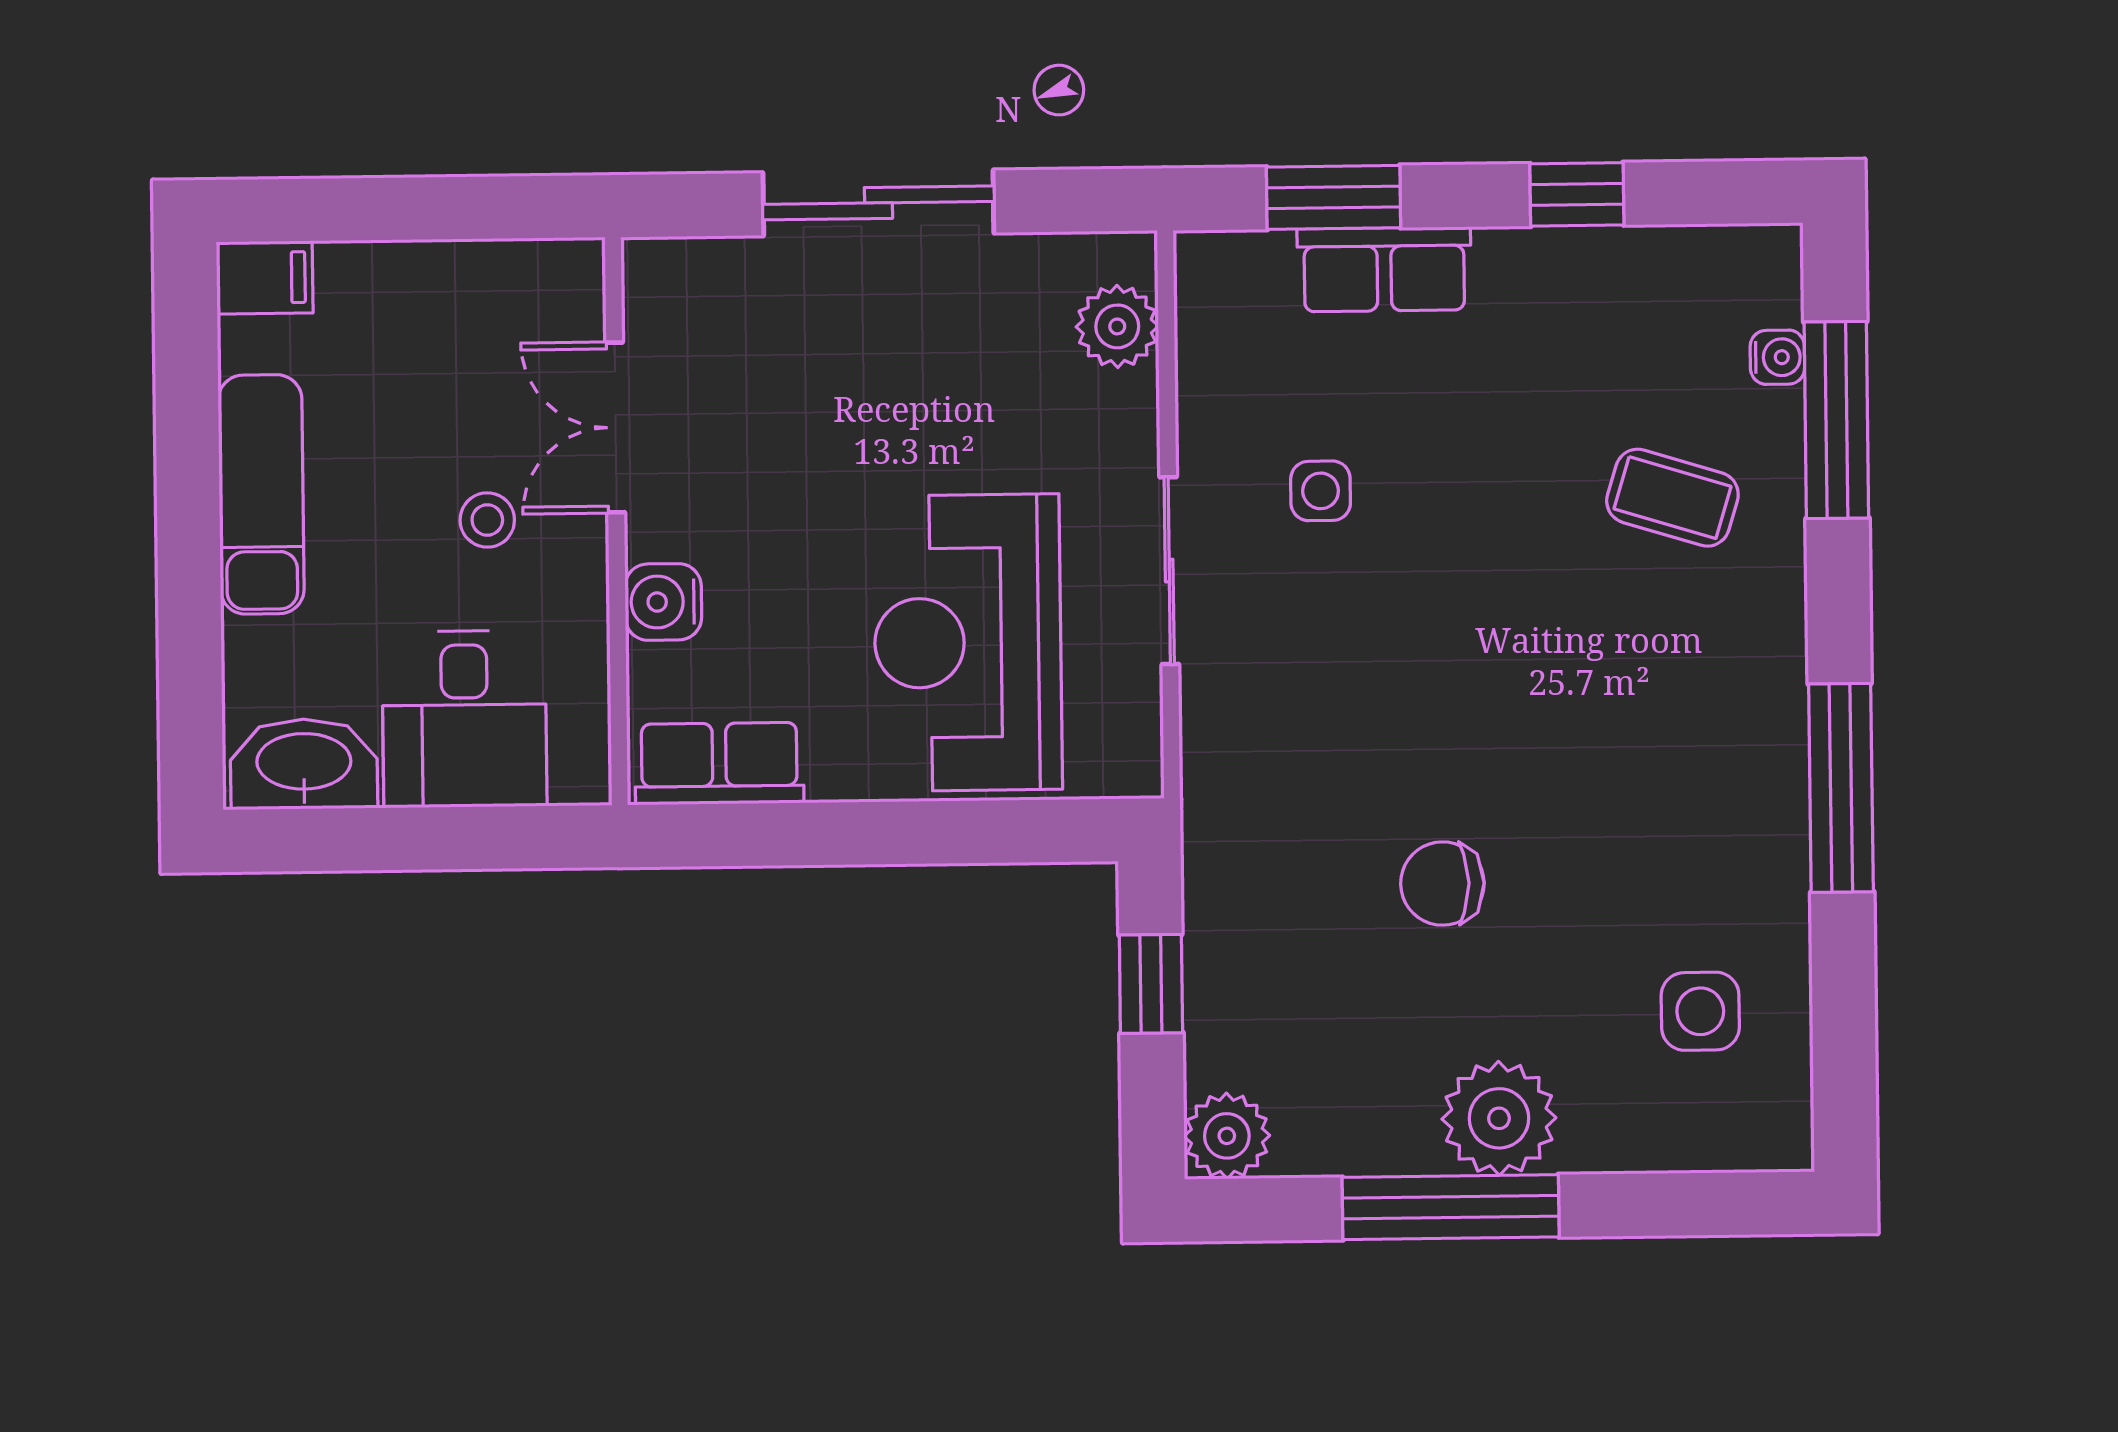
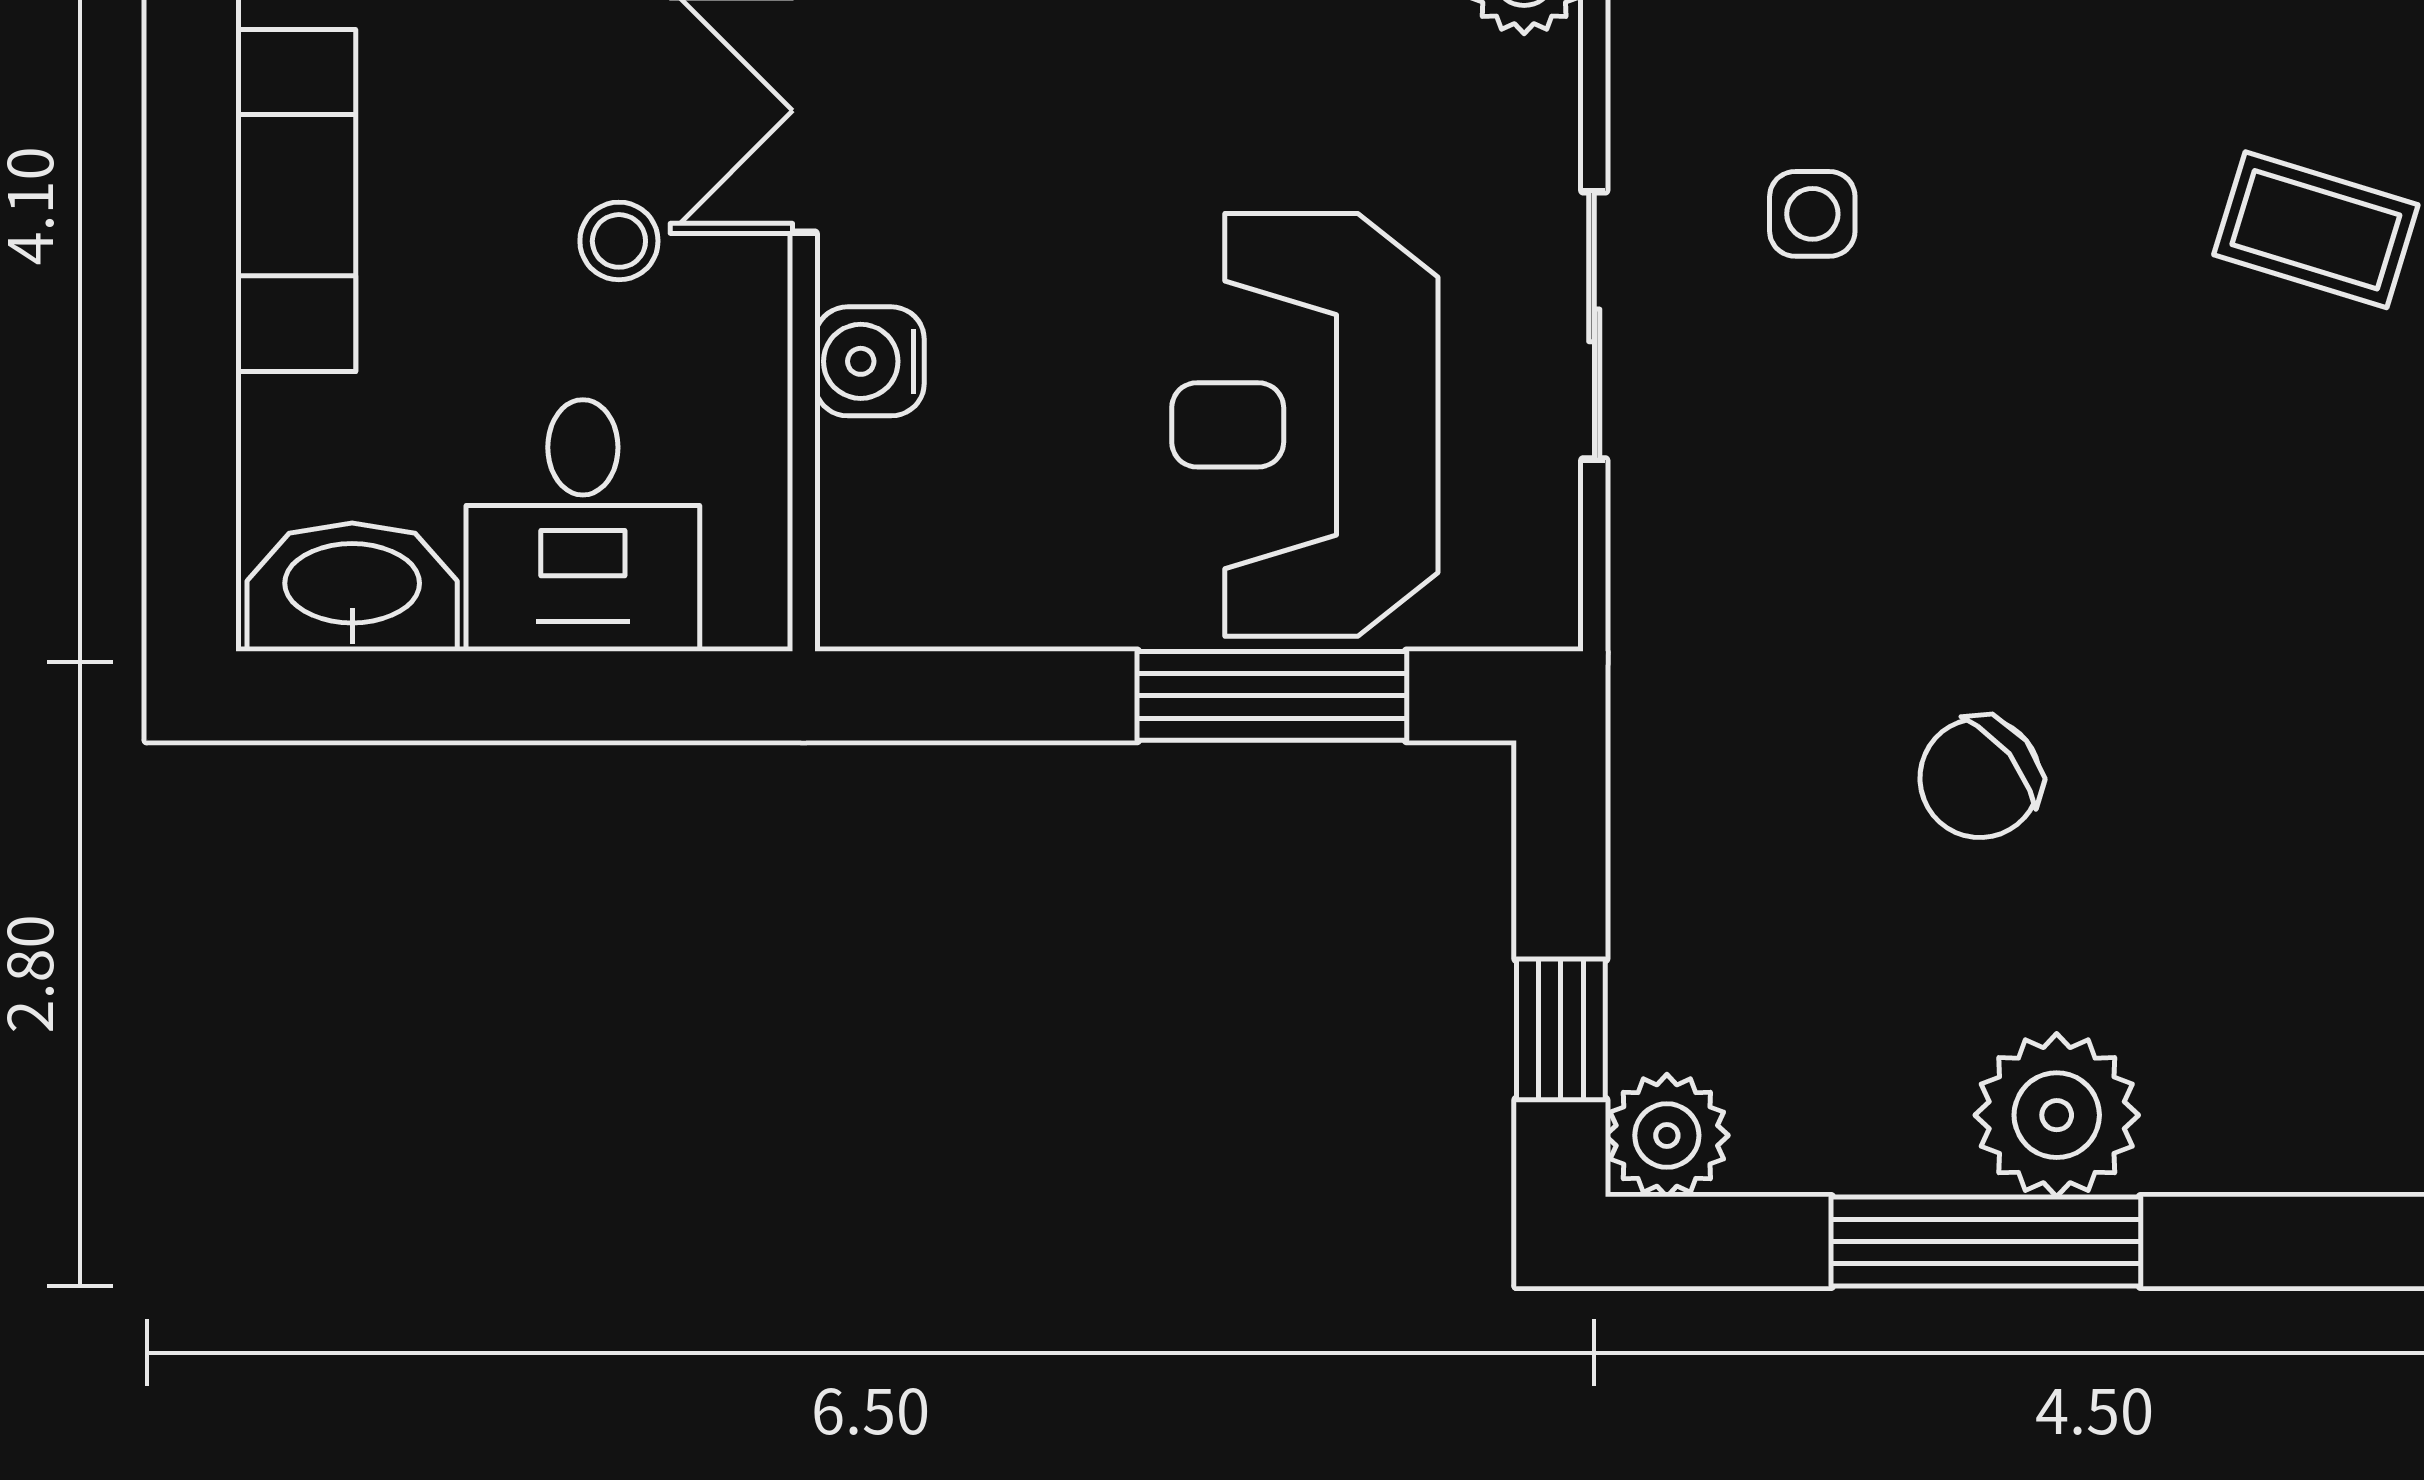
row of seats: (719, 764) -> (947, 594), removed
window: (947, 832) -> (1272, 696), added
chair: (1442, 884) -> (1980, 778), turned -39
window: (1151, 984) -> (1561, 1029), moved
side table: (1700, 1011) -> (2347, 965), removed

